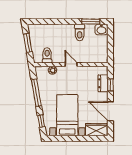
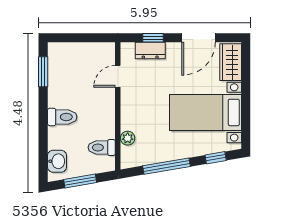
washbasin: (101, 30) -> (57, 161), moved
toilet: (80, 33) -> (62, 117), moved
door: (71, 65) -> (118, 76), moved

